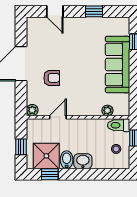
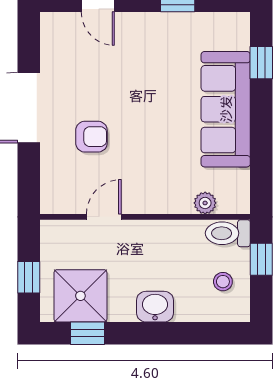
plant: (32, 110) -> (52, 202), removed
bidet: (67, 160) -> (122, 304), removed

